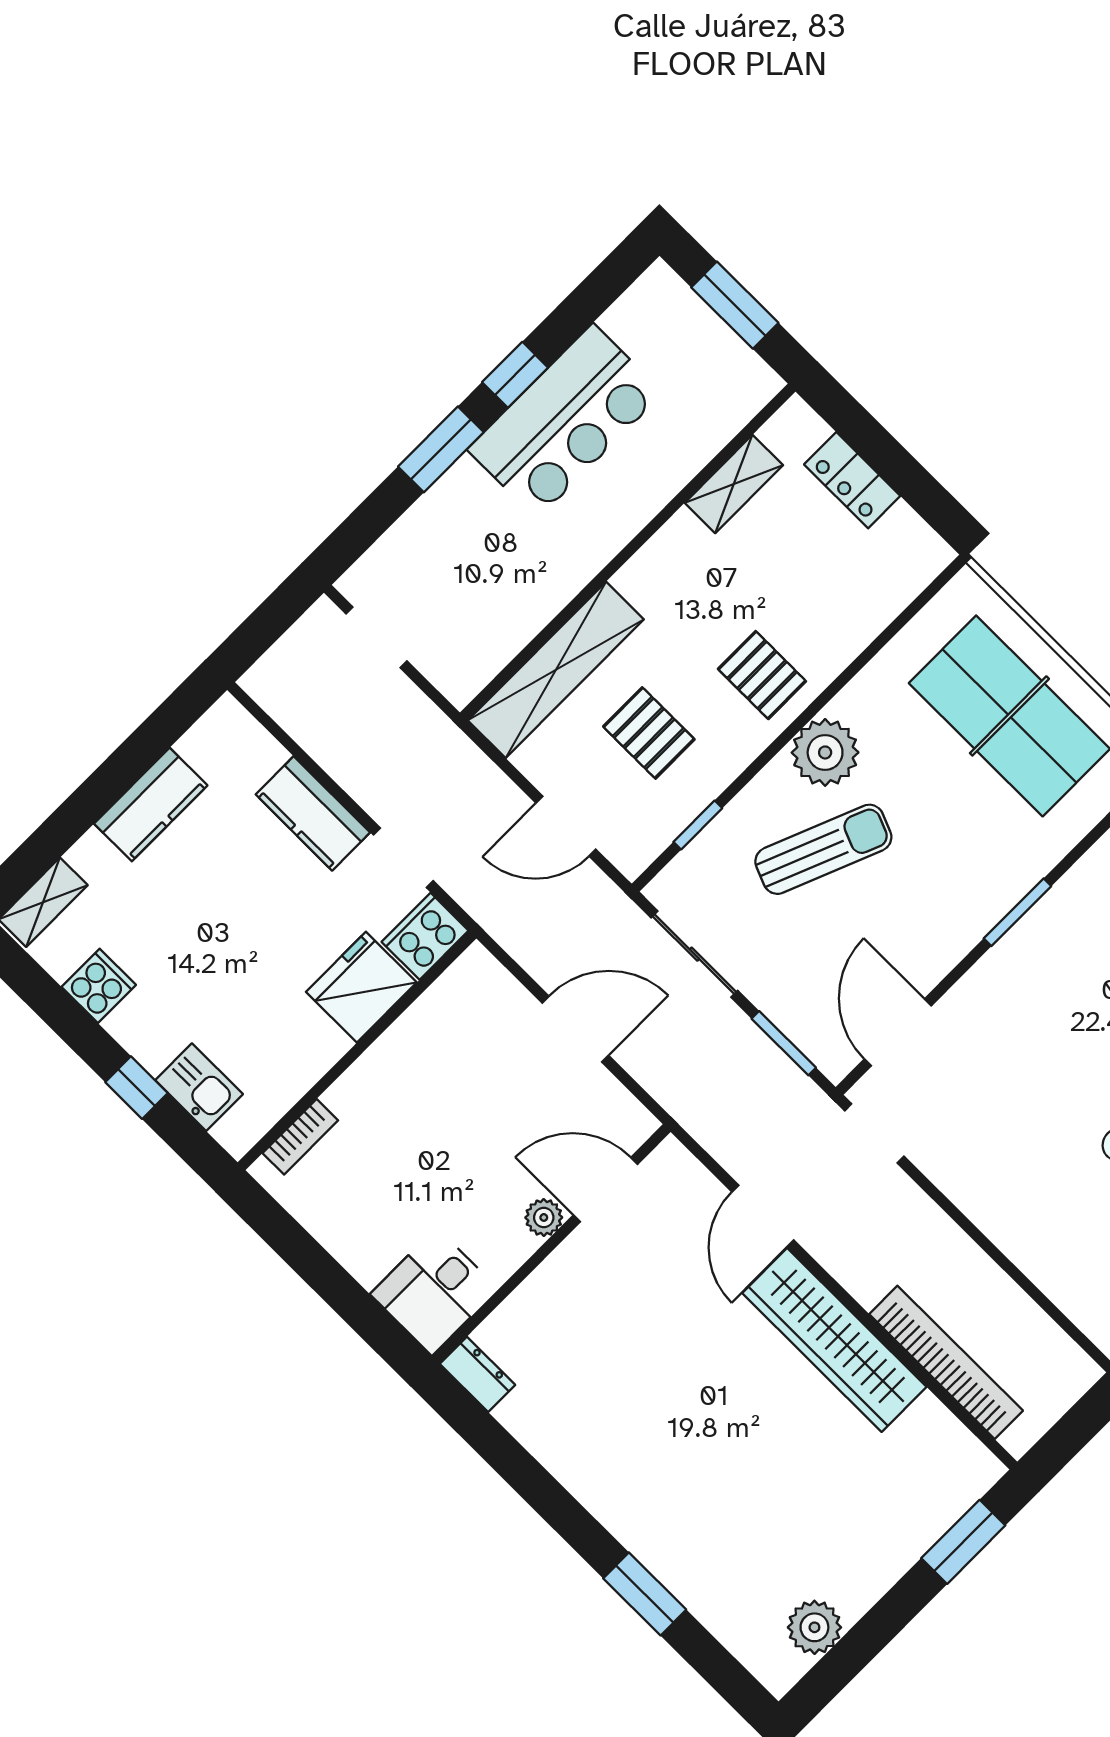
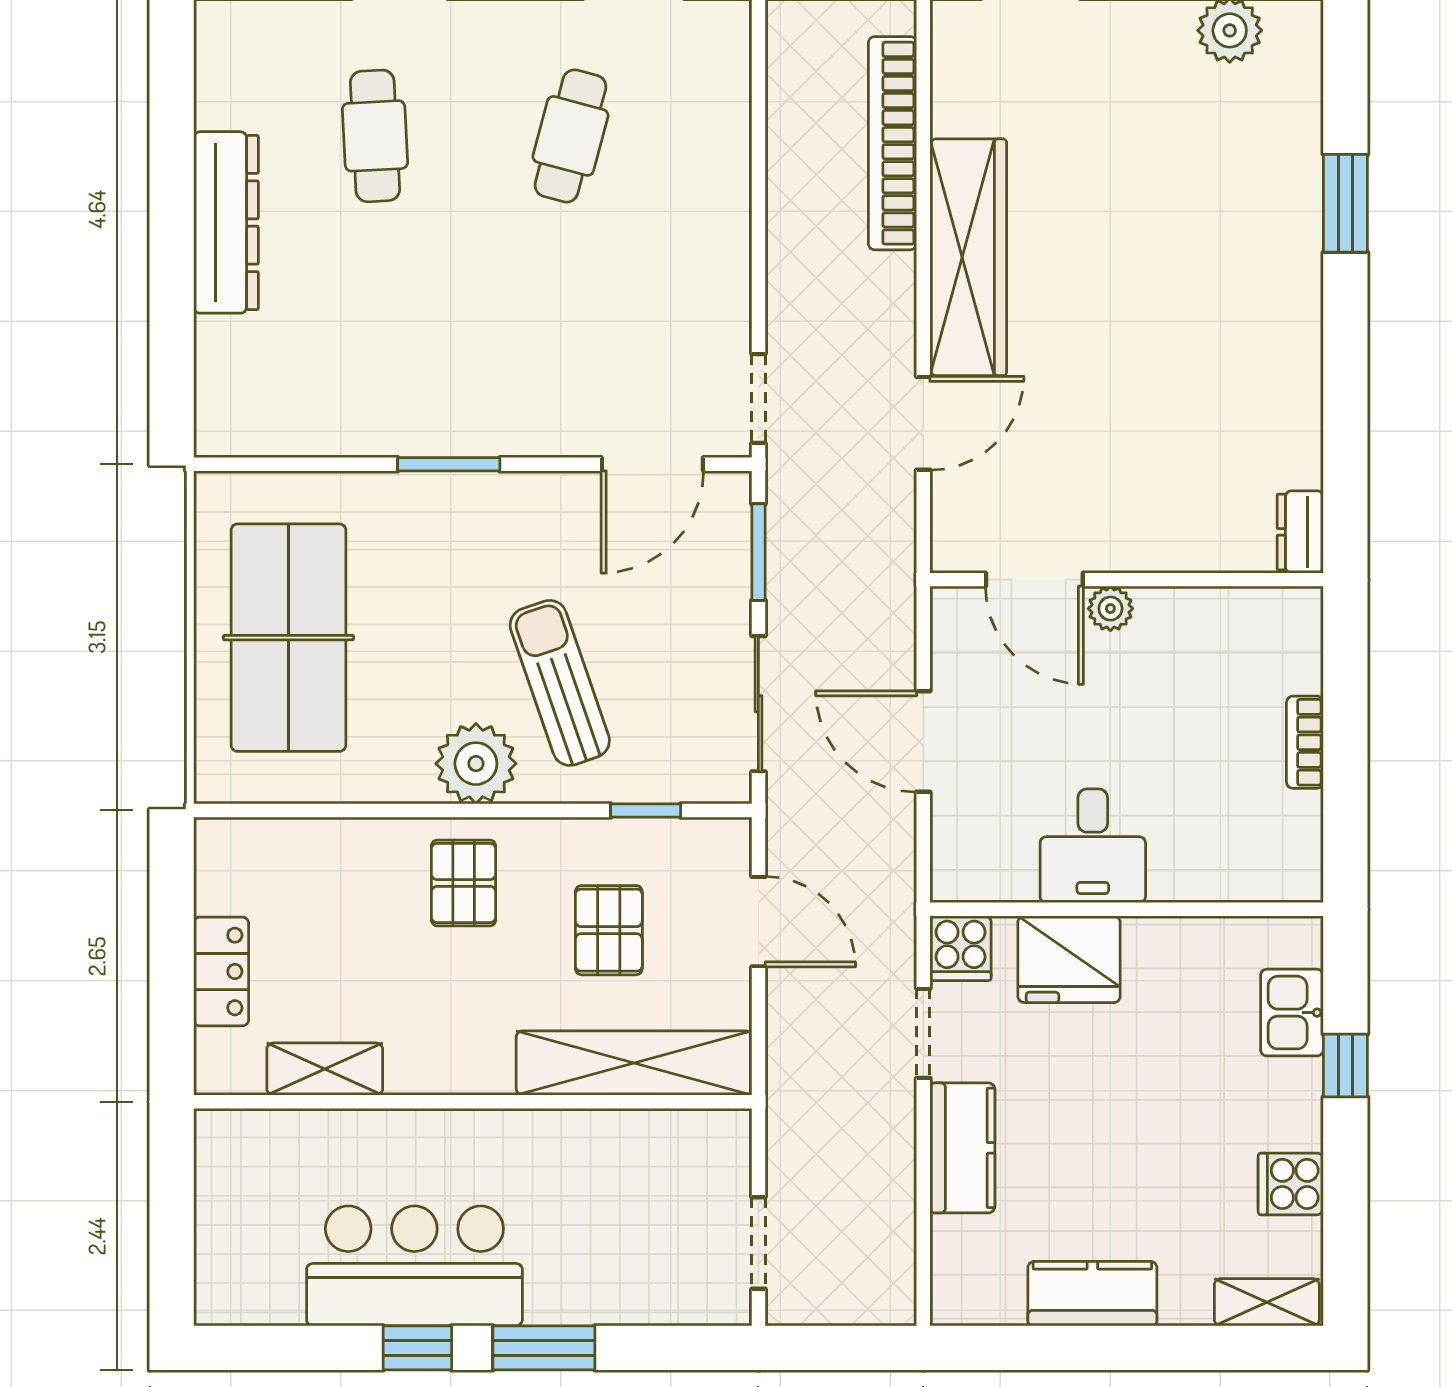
window: (735, 305) -> (172, 1220), removed
sun lounger: (823, 849) -> (560, 683), turned 49
cooker: (425, 936) -> (961, 948), width x0.73
bookcase: (300, 1137) -> (1305, 742), moved, turned -90
desk: (434, 1292) -> (1093, 846), moved, turned 90

